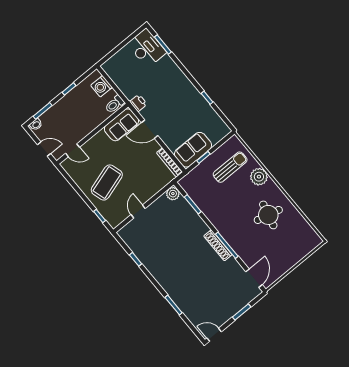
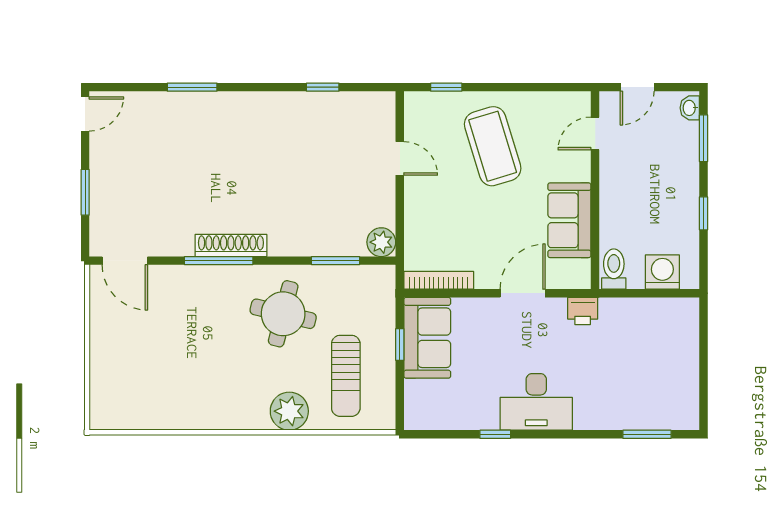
desk: (147, 48) -> (536, 402), moved
sofa: (121, 125) -> (569, 220), moved
round table: (268, 215) -> (283, 314), moved

